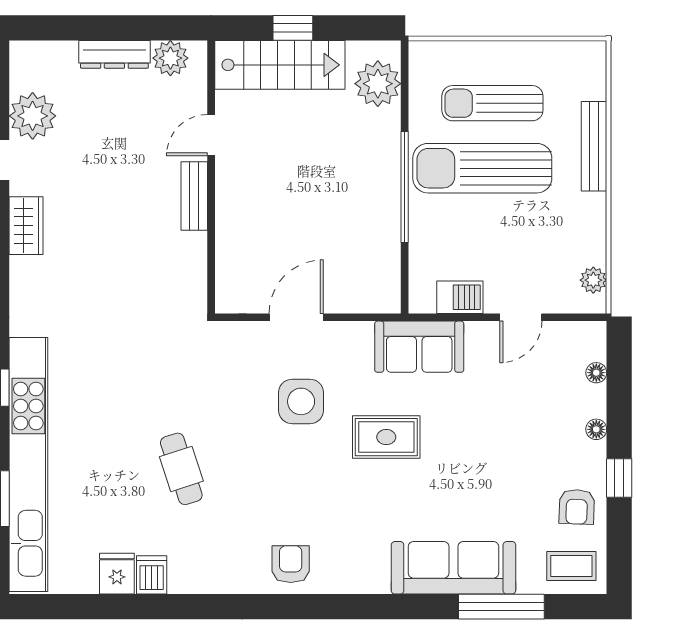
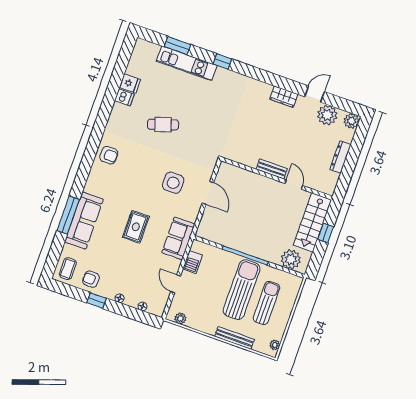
plant: (578, 52) -> (275, 345), added
plant: (170, 58) -> (351, 121), moved
rug: (386, 437) -> (136, 227), moved
kitchen unit: (28, 464) -> (187, 63), width x0.54
window: (501, 607) -> (68, 215), moved

